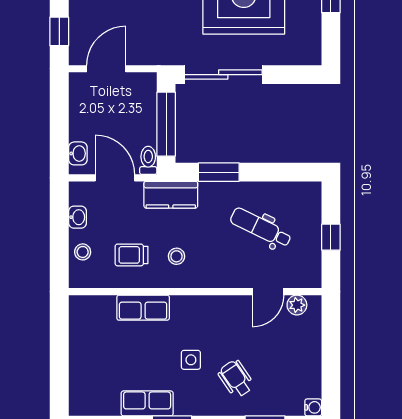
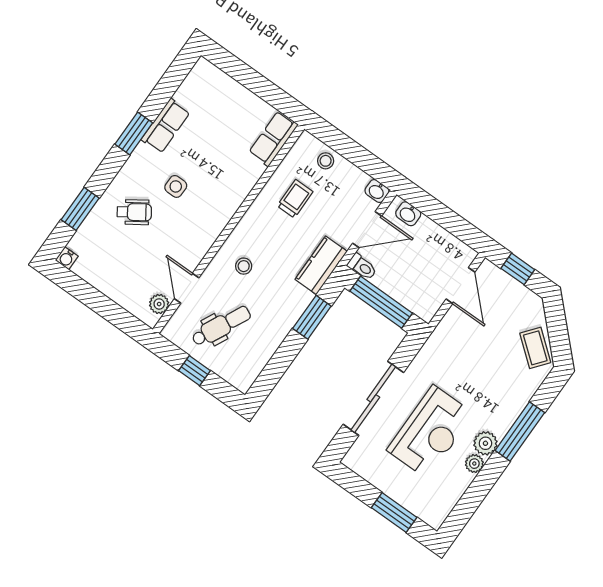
sliding door: (223, 75) -> (373, 398), moved
washbasin: (77, 217) -> (377, 191), moved
dental chair: (261, 228) -> (221, 326), moved
stool: (176, 256) -> (244, 266), moved
row of seats: (143, 308) -> (273, 139), moved

